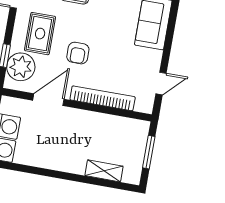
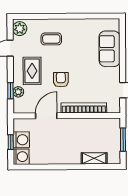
armchair: (78, 53) -> (61, 80), turned 180
plant: (21, 67) -> (18, 92), width x0.53, depth x0.53

